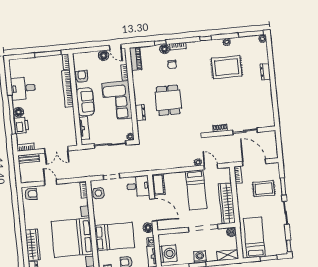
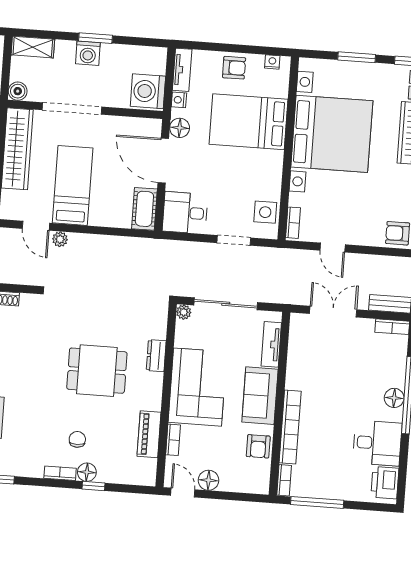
piano: (136, 59) -> (149, 434), moved
dining table: (168, 100) -> (97, 371), turned 90
printer: (21, 125) -> (385, 483), moved
door: (51, 183) -> (333, 248), moved
washing machine: (168, 254) -> (148, 91), moved

